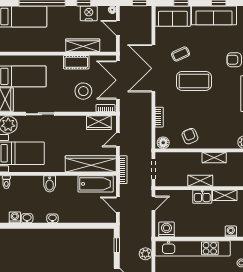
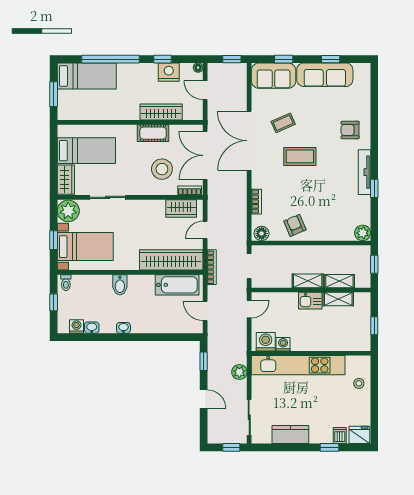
coffee table: (194, 81) -> (300, 156), width x0.73, depth x0.76
shelving: (214, 157) -> (339, 281), moved
washing machine: (231, 231) -> (283, 344), moved

